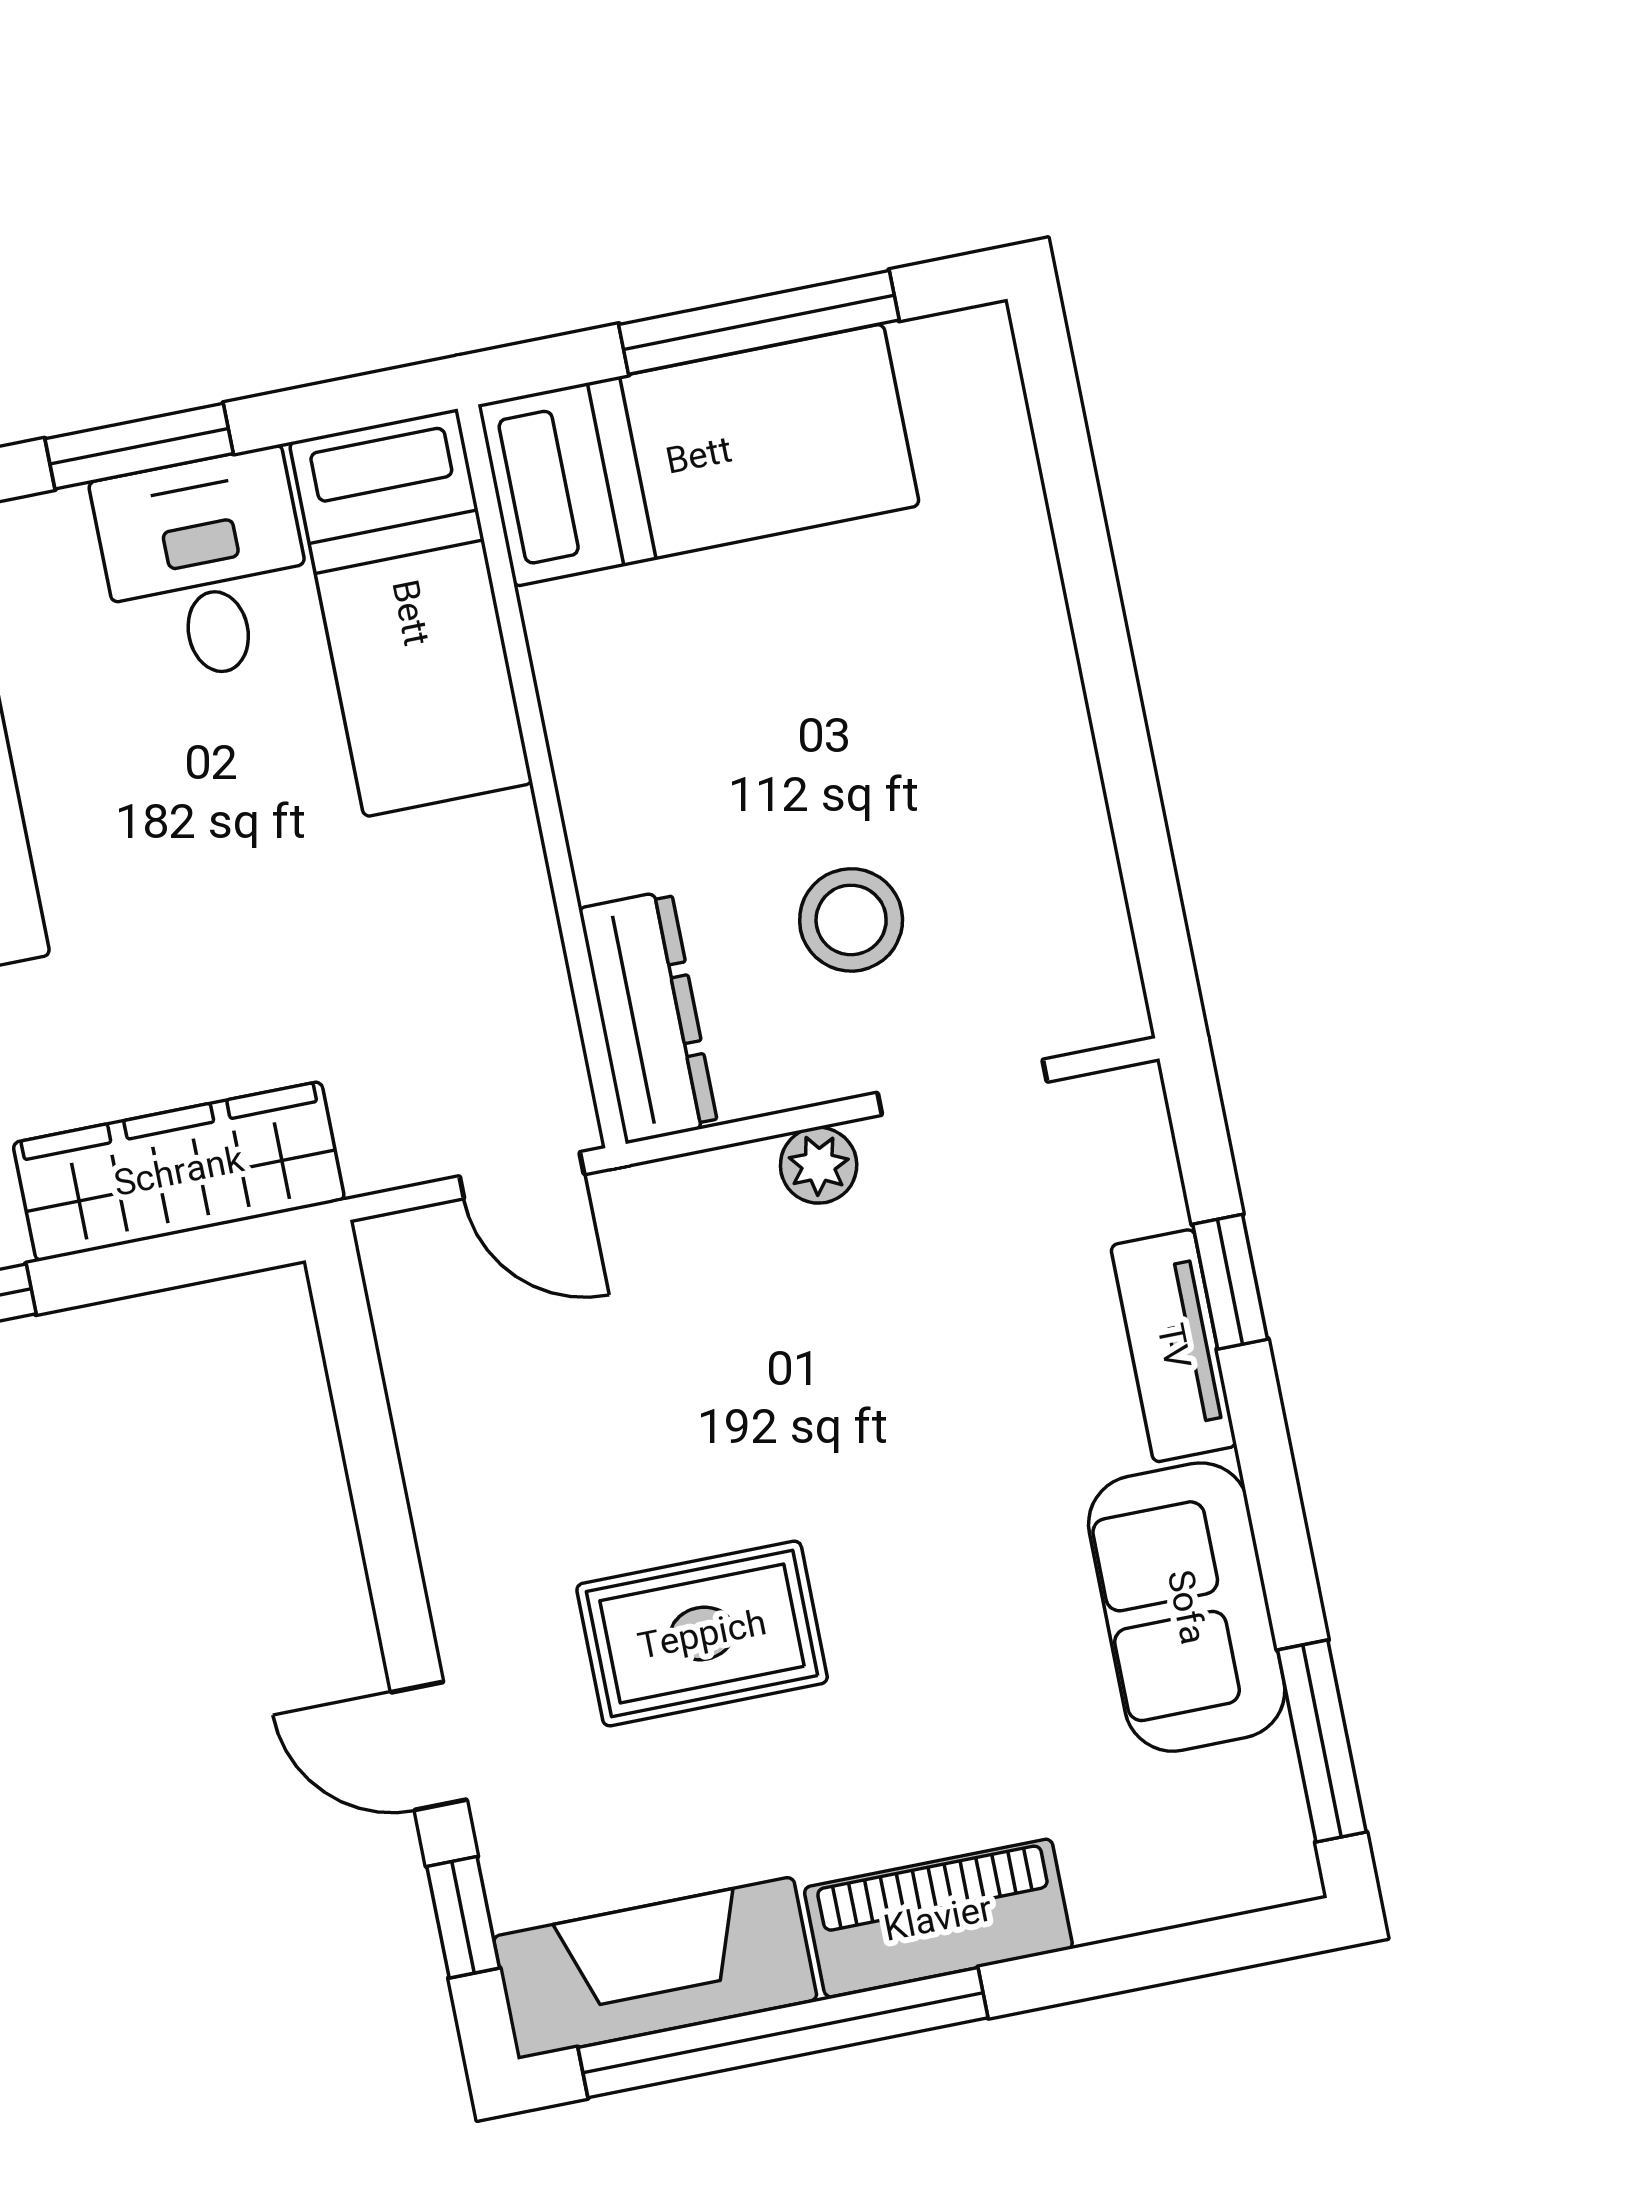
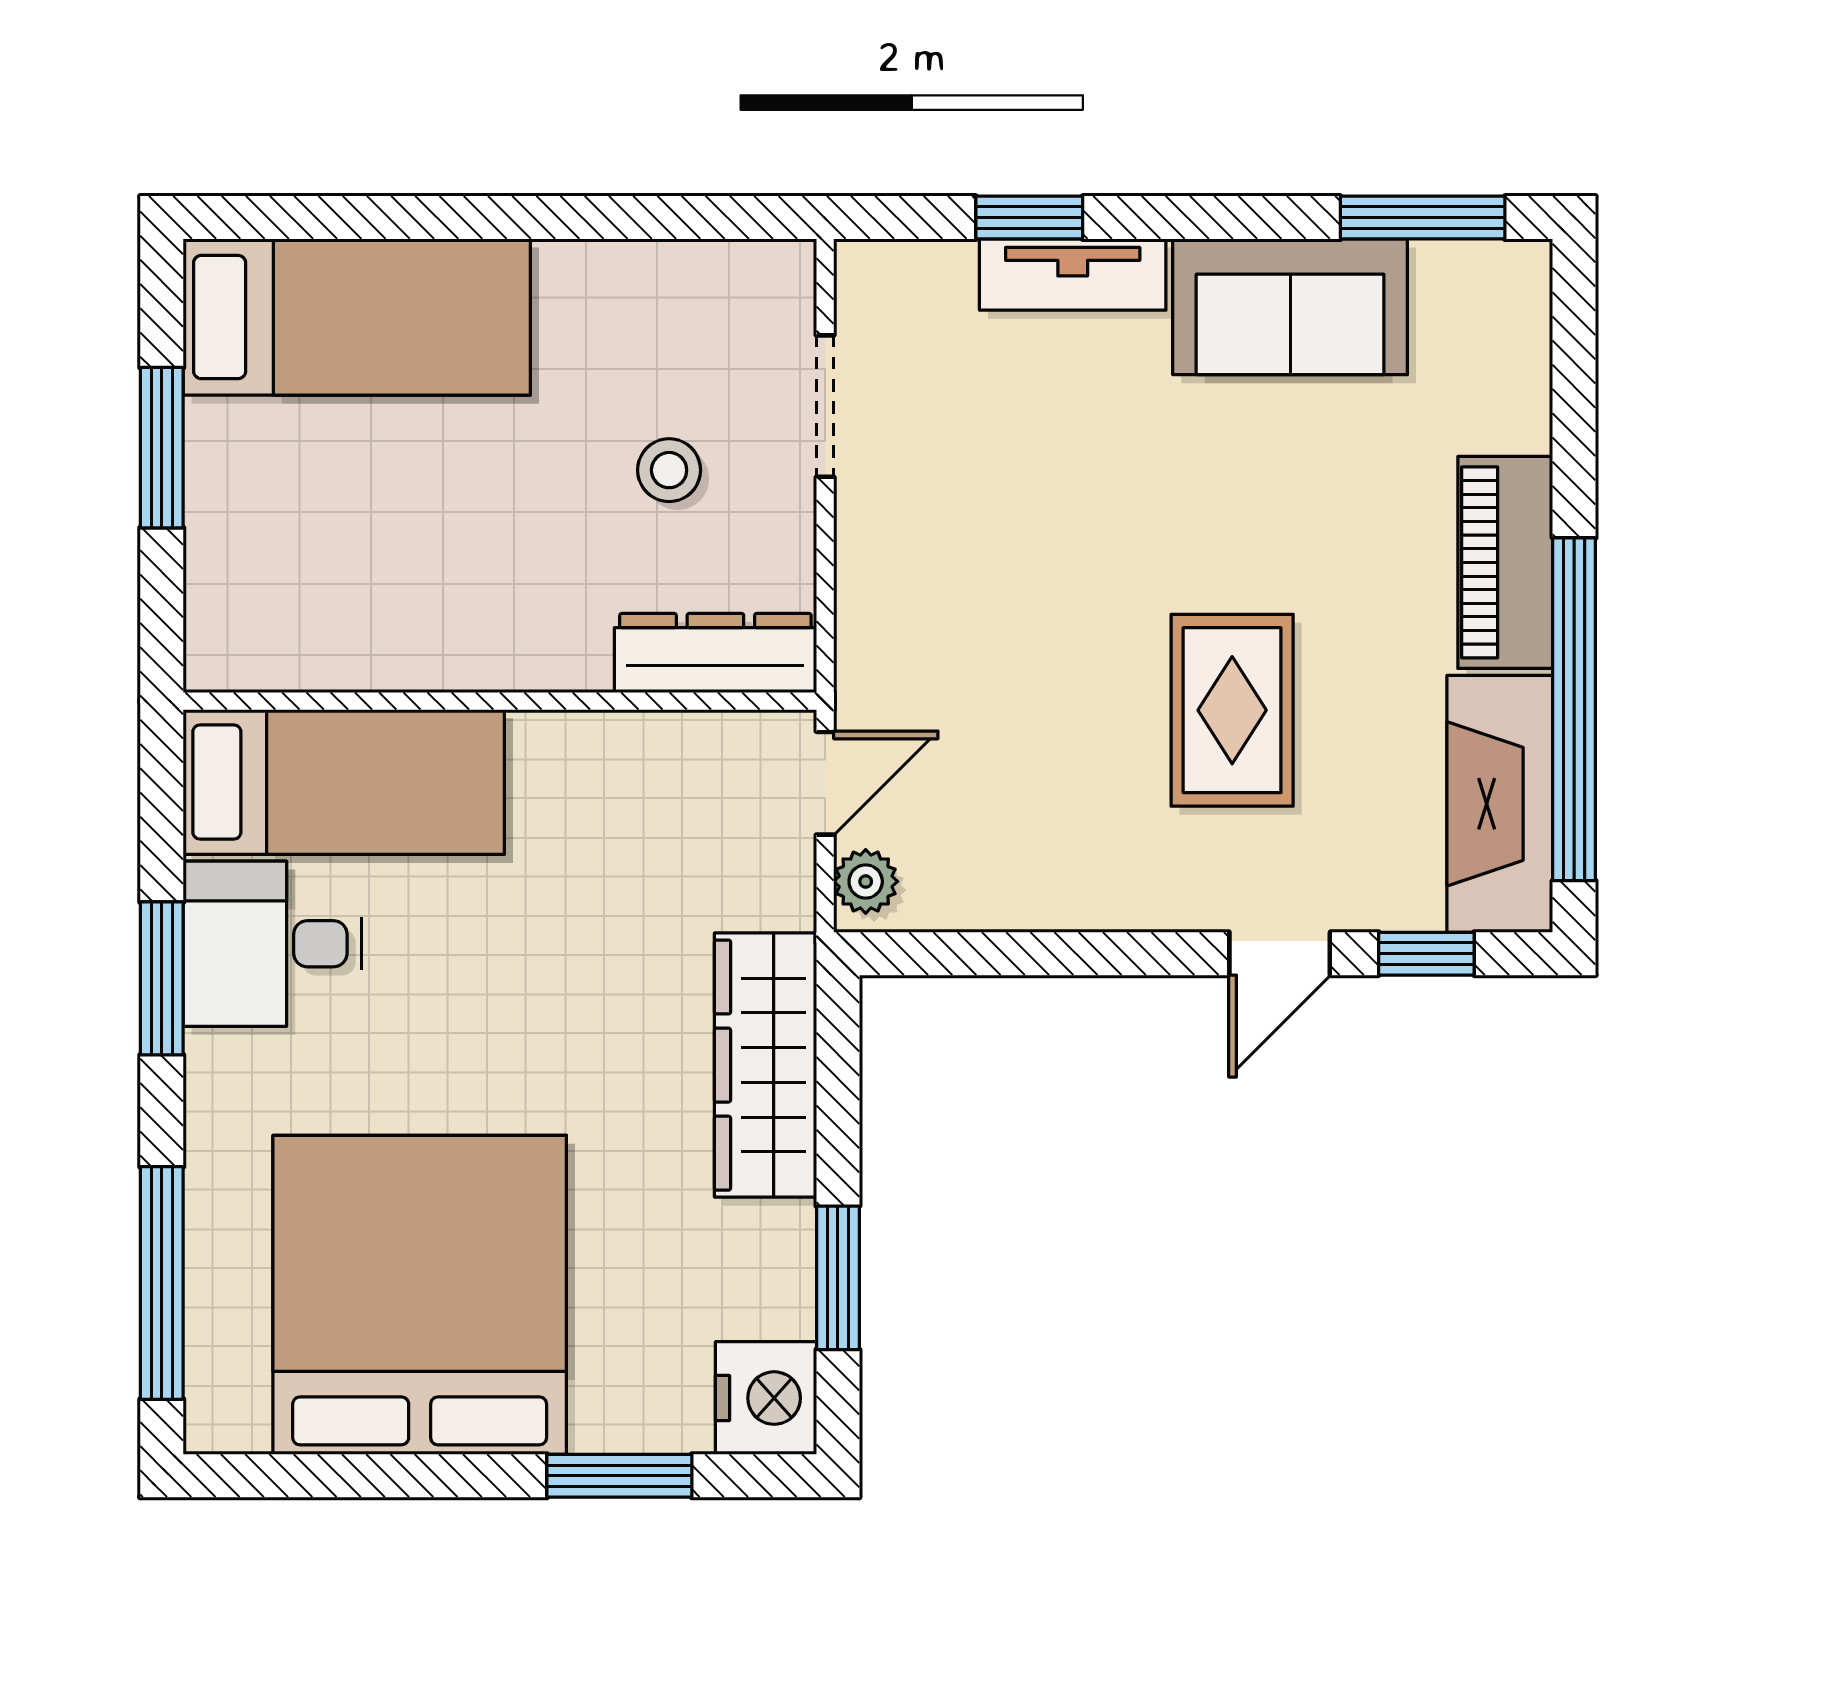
window: (759, 322) -> (162, 448), width x0.69
bed: (699, 455) -> (357, 317), moved, turned 90
stool: (851, 920) -> (669, 470), width x0.73, depth x0.73
plant: (819, 1165) -> (866, 881), moved

